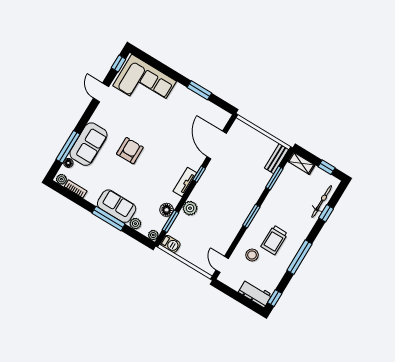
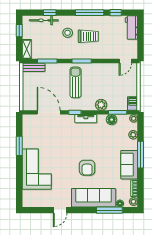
window: (119, 63) -> (34, 210), removed
corner sofa: (145, 83) -> (37, 169), moved
sofa: (88, 144) -> (94, 198), width x1.36
door: (217, 145) -> (49, 112), swing flipped
armchair: (130, 151) -> (87, 168), turned -90
sun lounger: (232, 195) -> (75, 82), added
sofa: (117, 206) -> (129, 165), moved
stool: (252, 255) -> (68, 33), moved
window: (275, 298) -> (116, 13), moved

